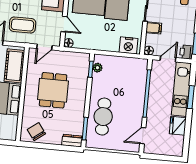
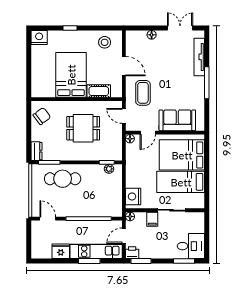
door: (168, 59) -> (124, 236), swing flipped
cot: (14, 66) -> (99, 91), width x0.73, depth x0.75

